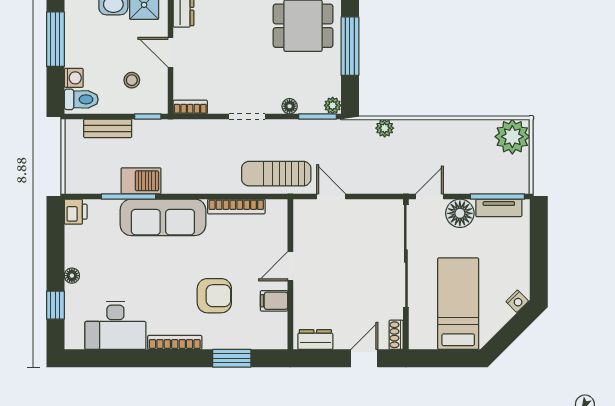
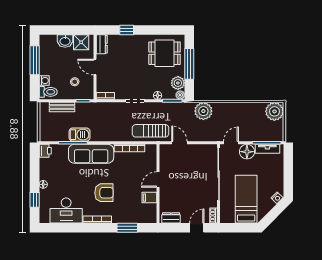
plant: (328, 82) -> (178, 83), added
plant: (385, 128) -> (203, 111), width x1.88, depth x1.88
armchair: (214, 296) -> (104, 193), moved

